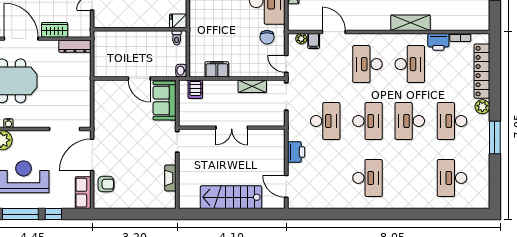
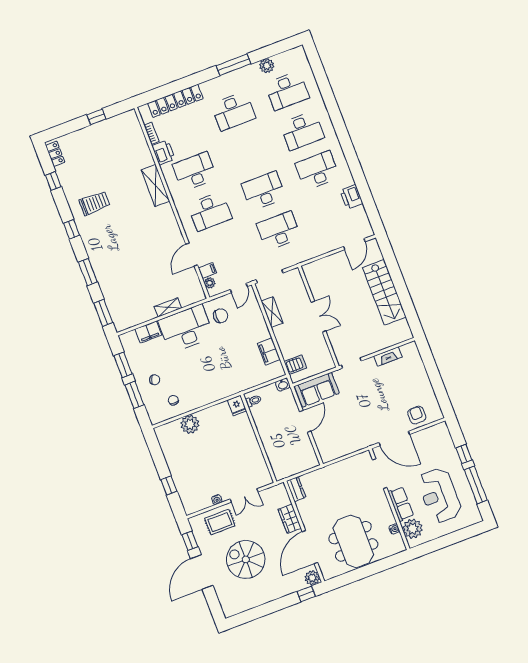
dresser: (75, 46) -> (296, 489), width x0.70
plant: (482, 107) -> (267, 66), moved
desk: (410, 121) -> (302, 131), moved
printer: (296, 152) -> (351, 197), moved, turned -90
row of seats: (83, 193) -> (401, 504), moved, turned -90

